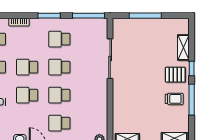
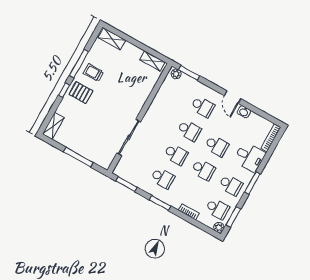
window: (89, 16) -> (126, 184), width x0.69
shelving: (183, 47) -> (53, 126), moved

